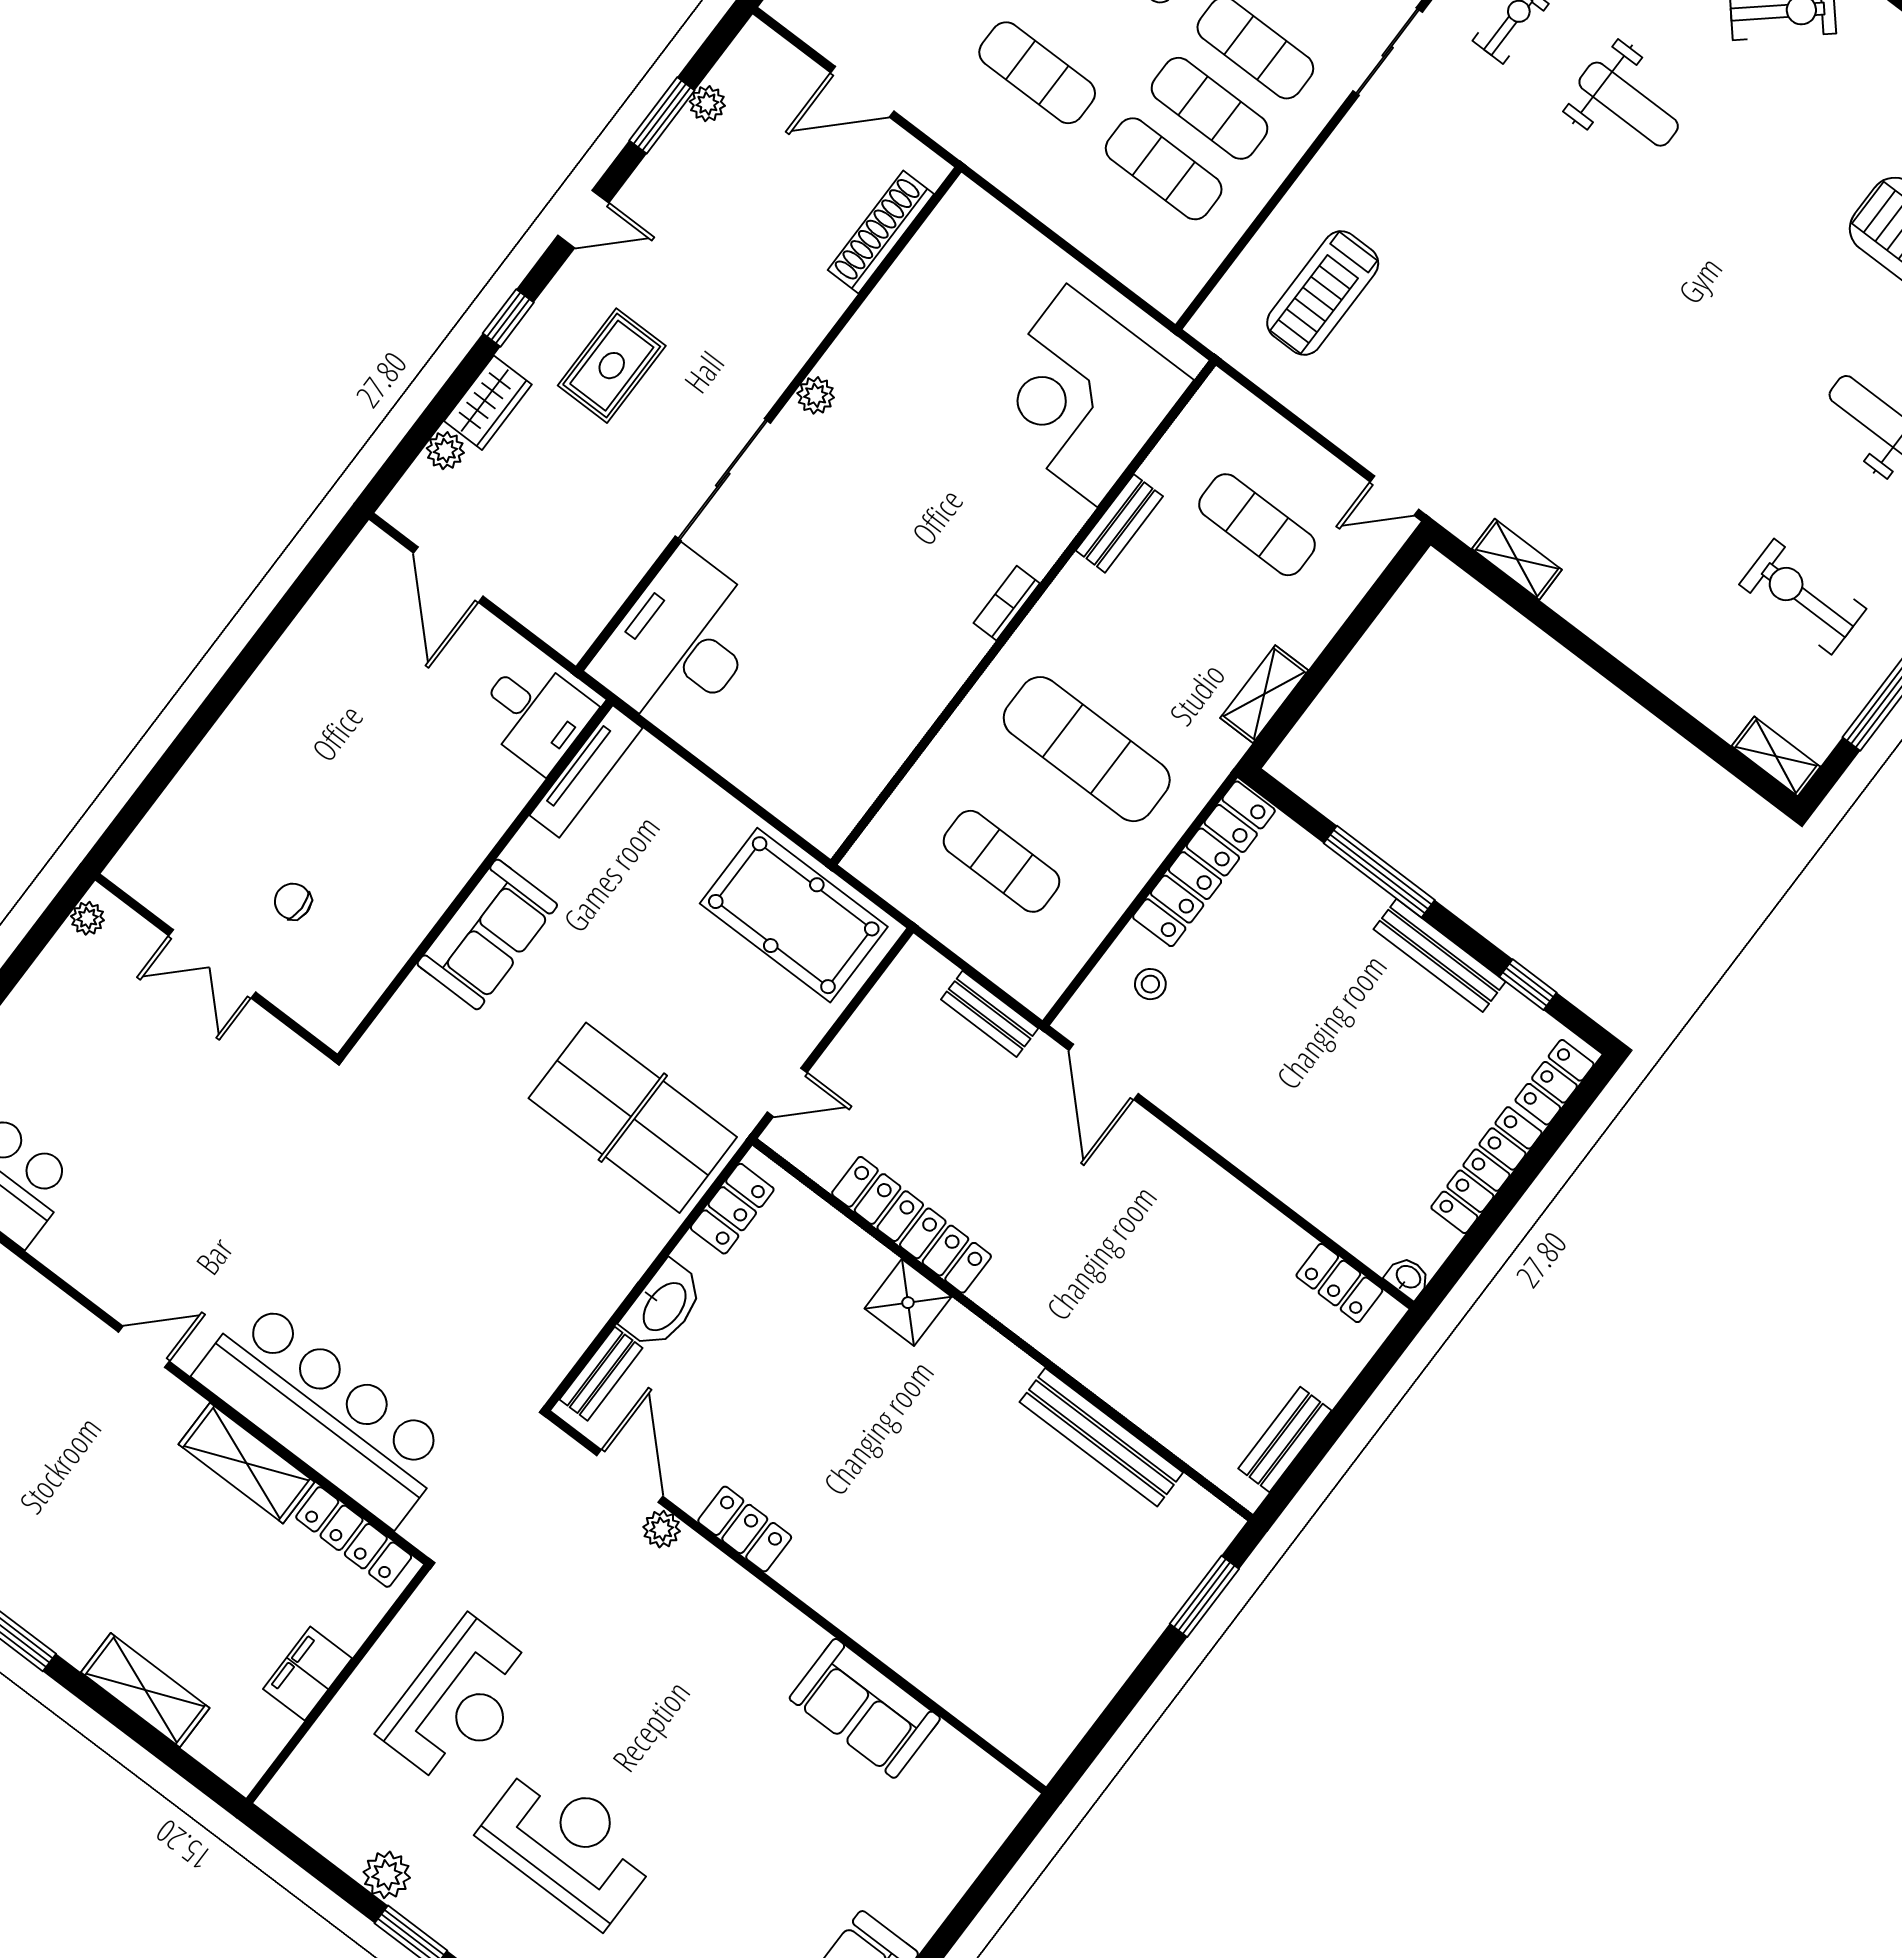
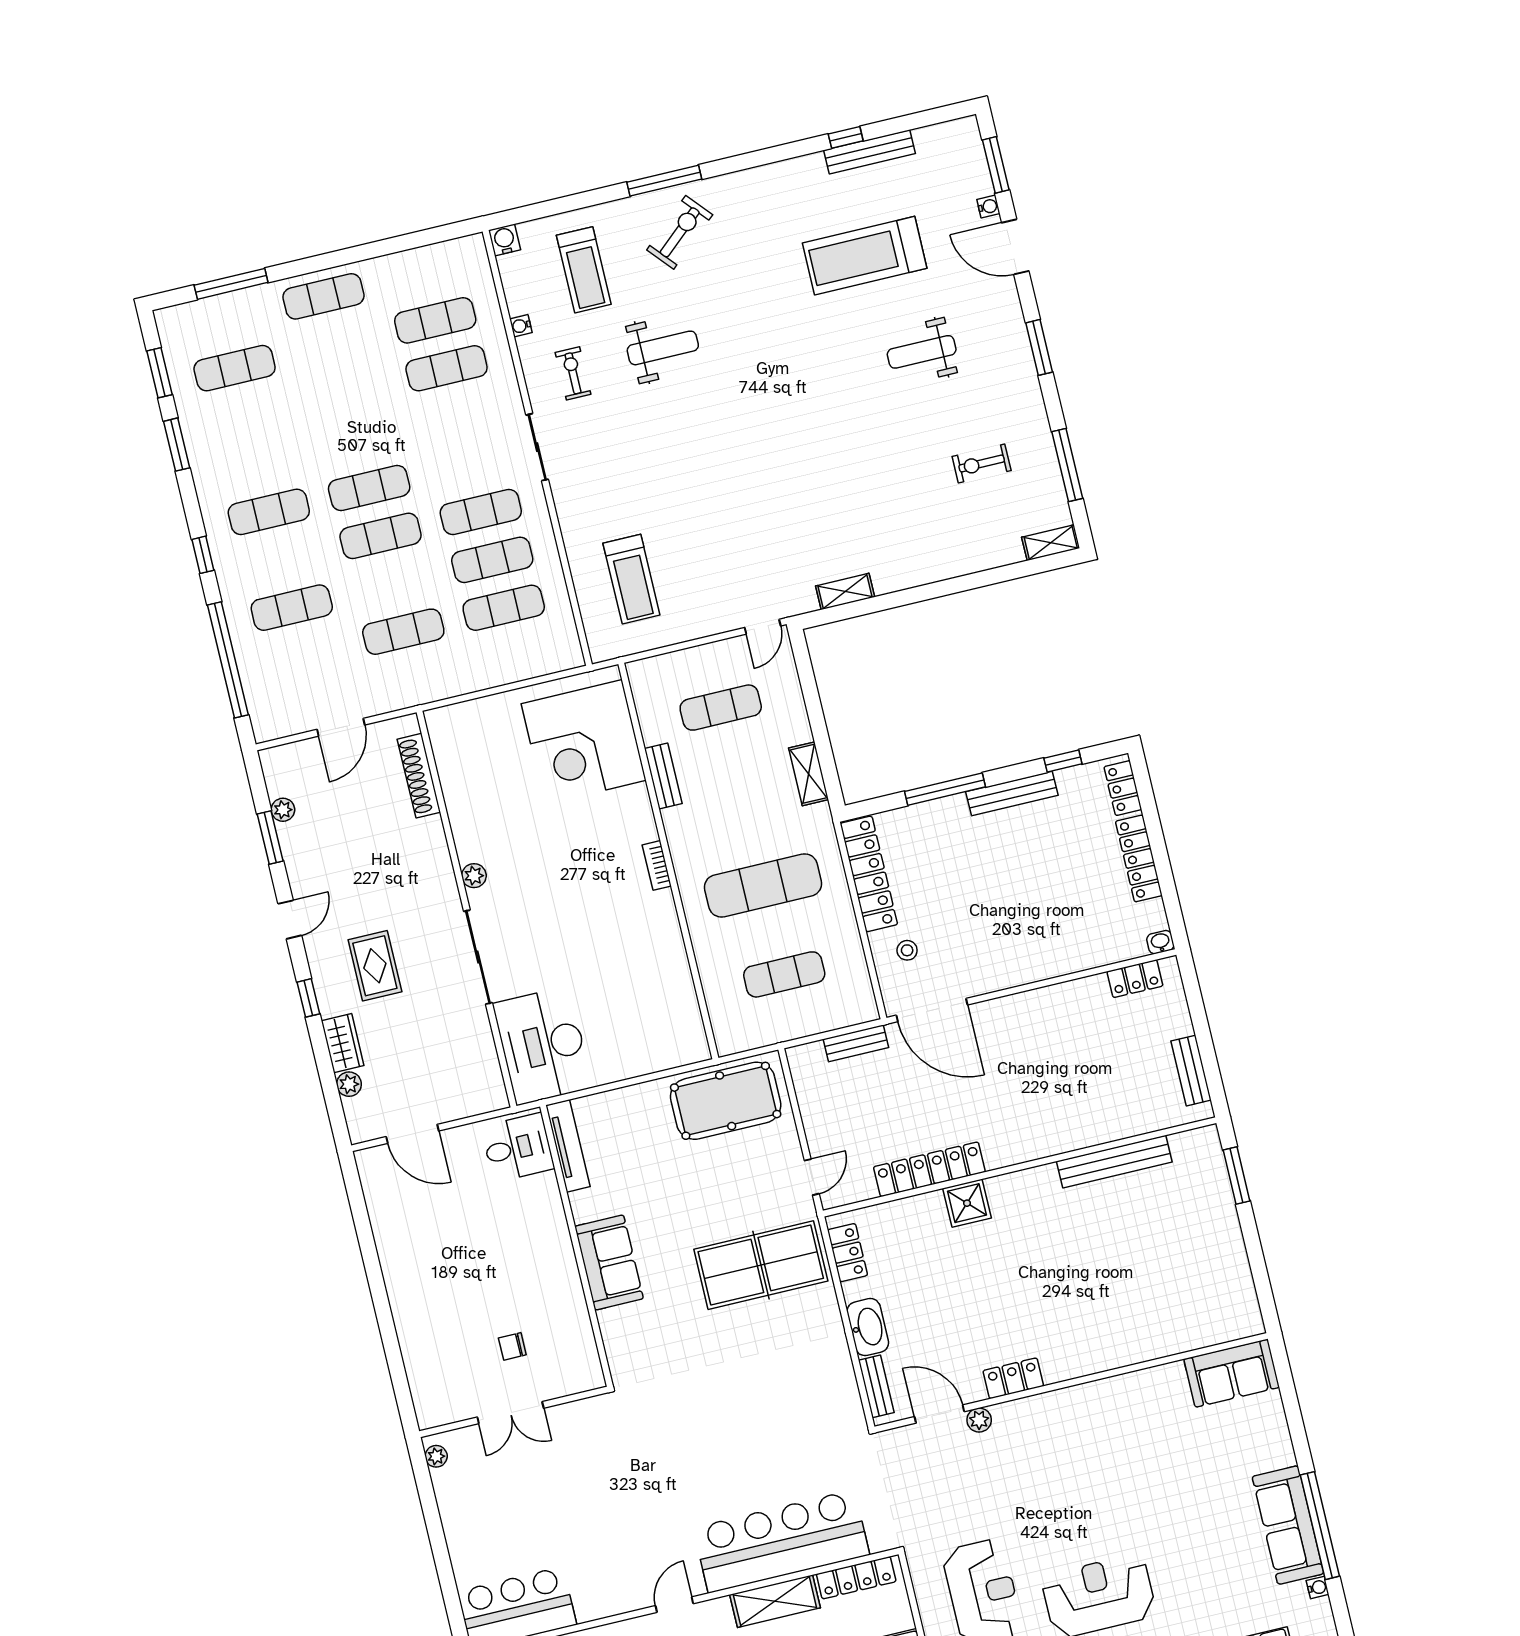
exercise bike: (1803, 597) -> (982, 464), width x0.73, depth x0.72
door: (1104, 1072) -> (932, 1010), width x1.36
sofa: (865, 1708) -> (1232, 1373), moved

